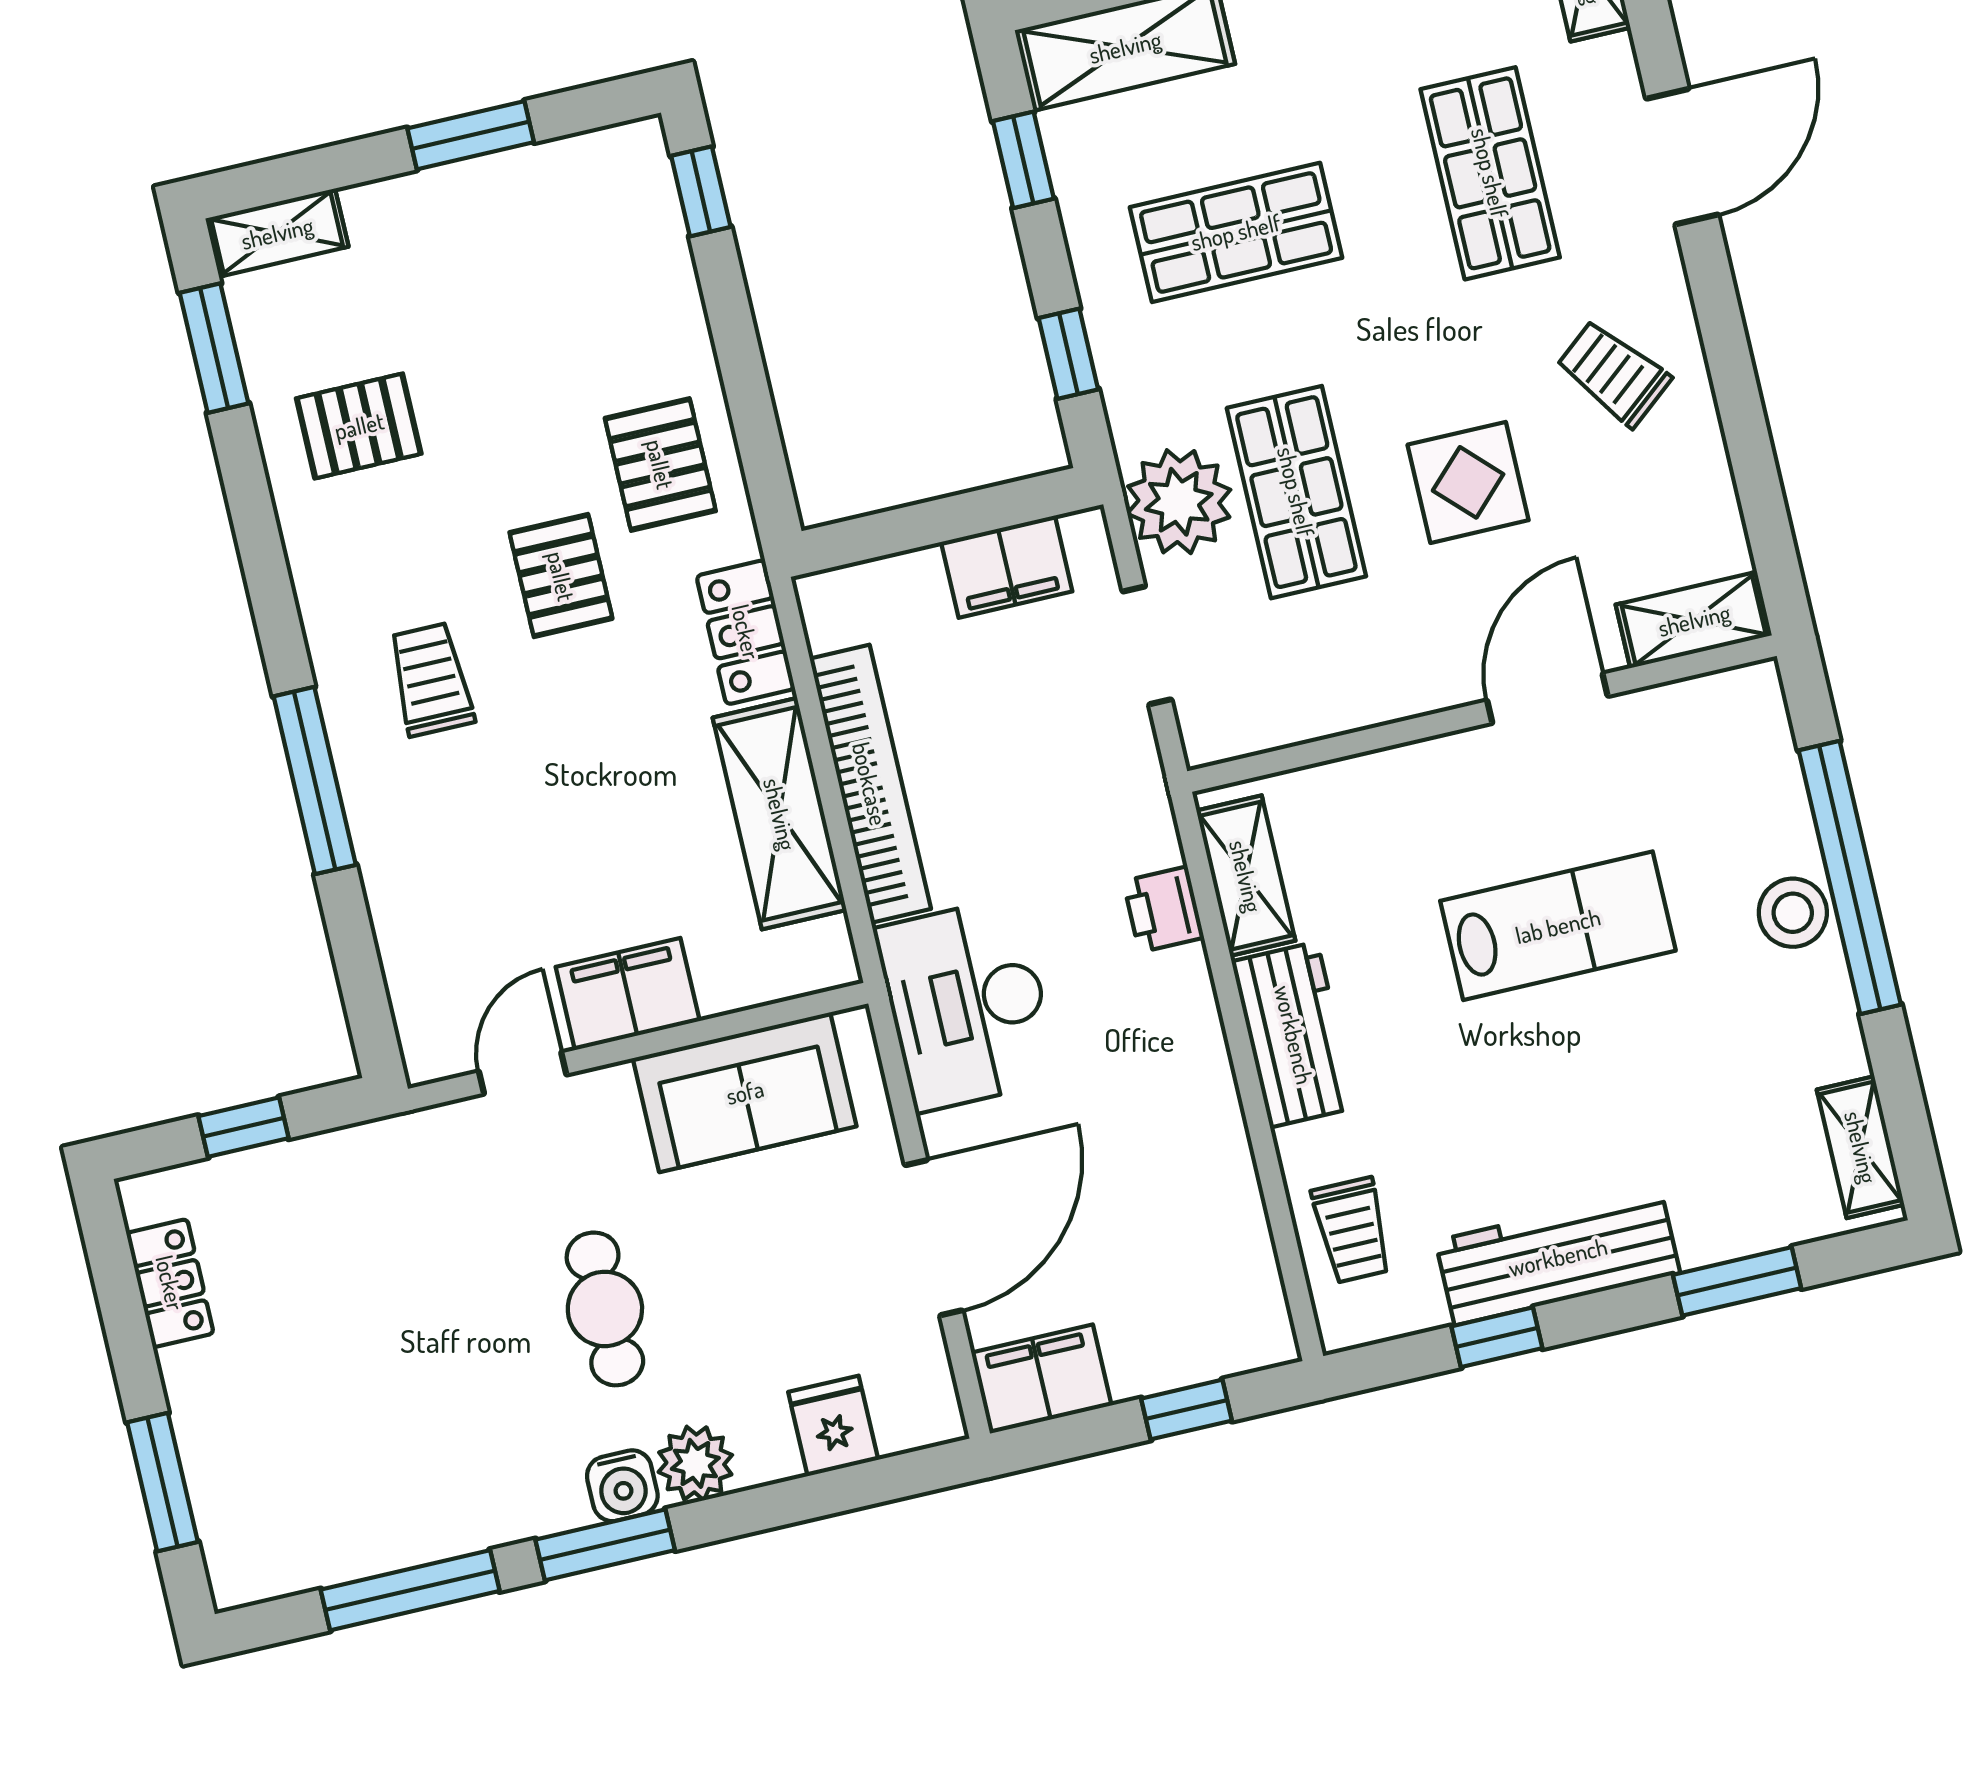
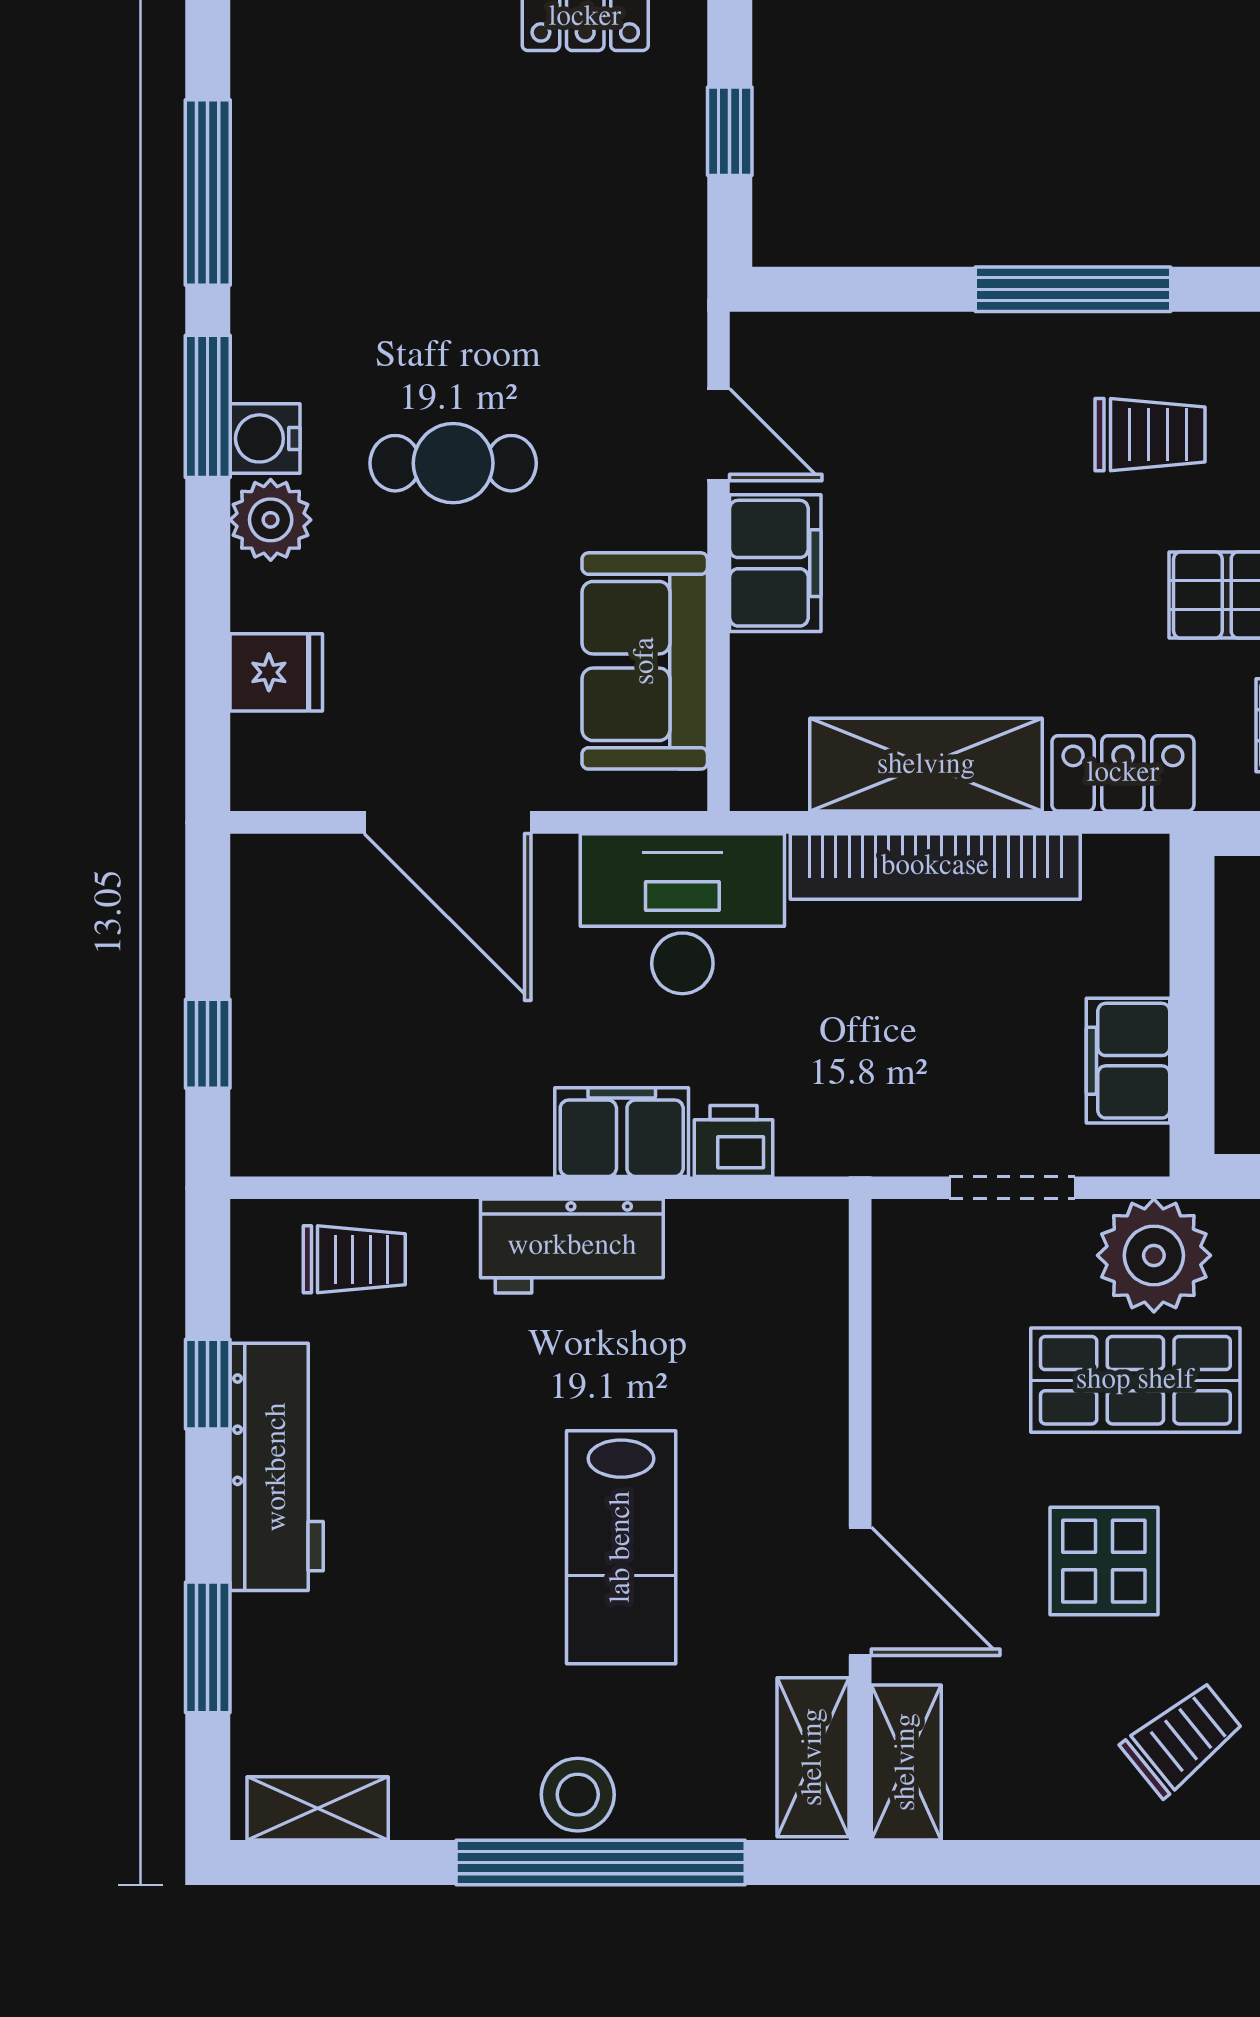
shelving: (1246, 876) -> (813, 1757), moved, turned 90
trolley: (1352, 1230) -> (354, 1259), turned 180
filing cabinet: (1041, 1379) -> (622, 1132), moved, turned -90

